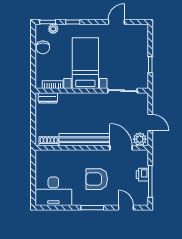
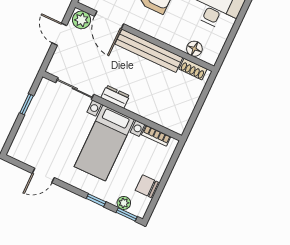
chair: (43, 47) -> (147, 186), turned -90
dresser: (48, 98) -> (115, 97), moved
floor lamp: (54, 155) -> (194, 49), added

